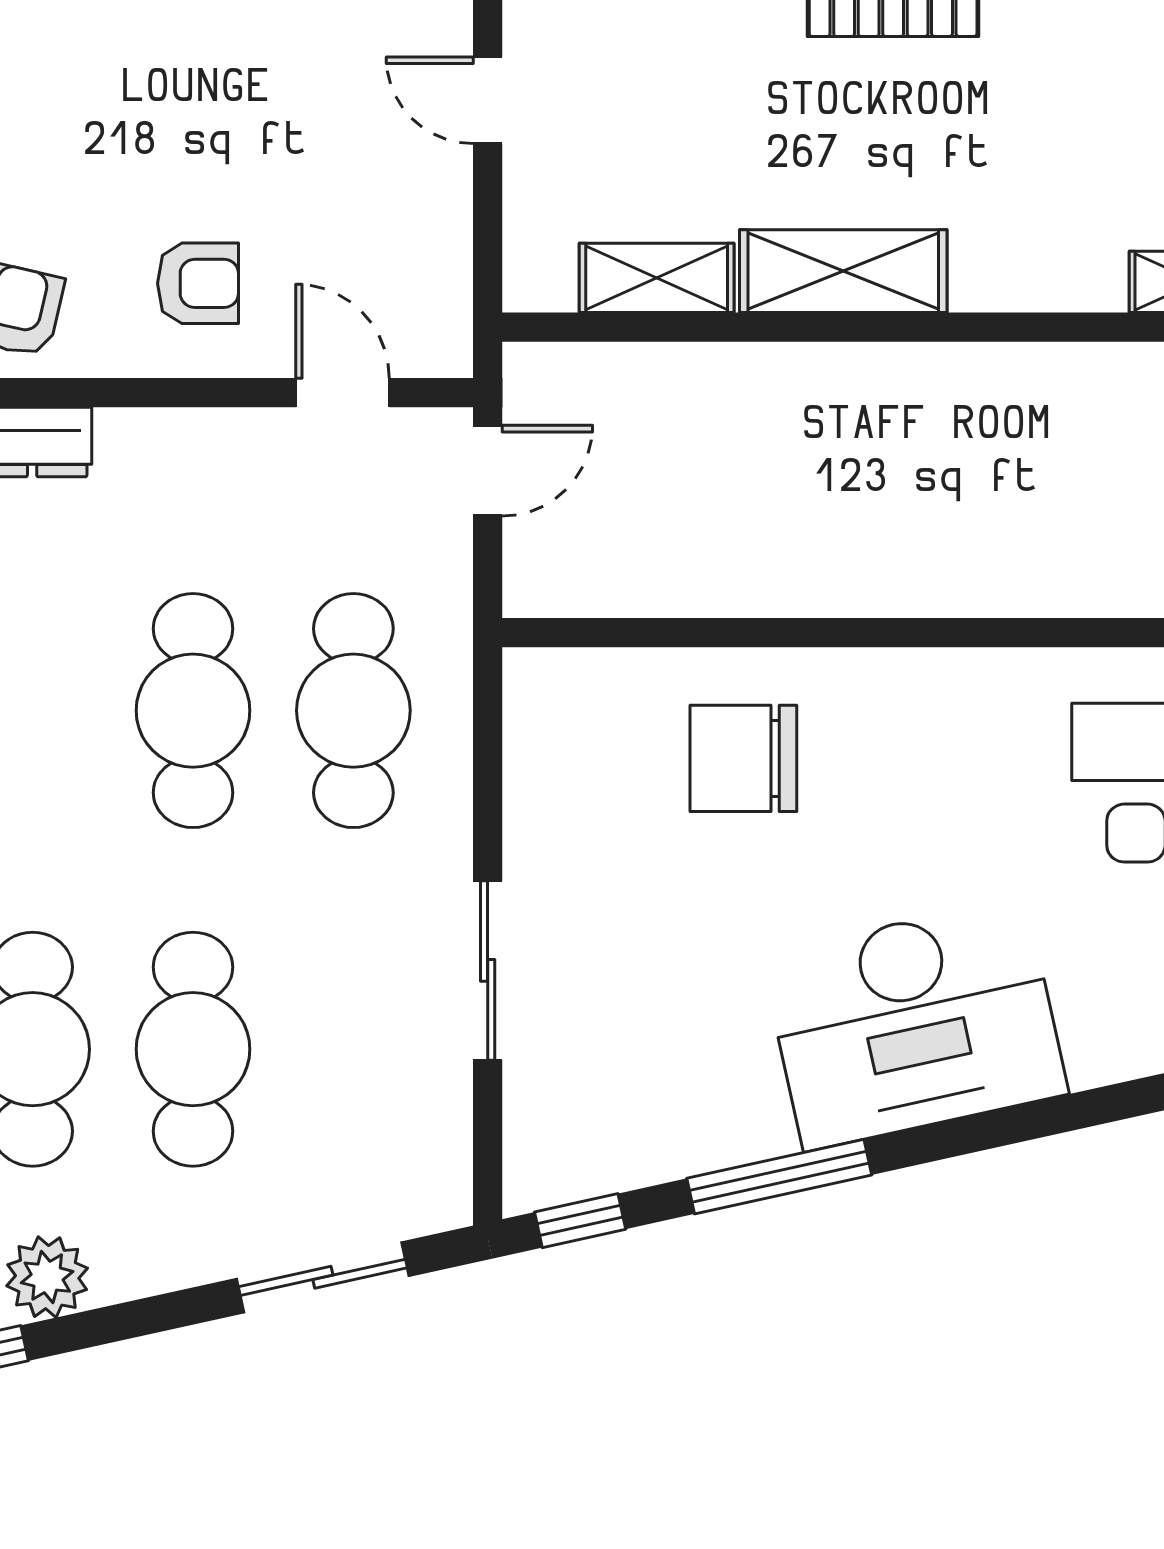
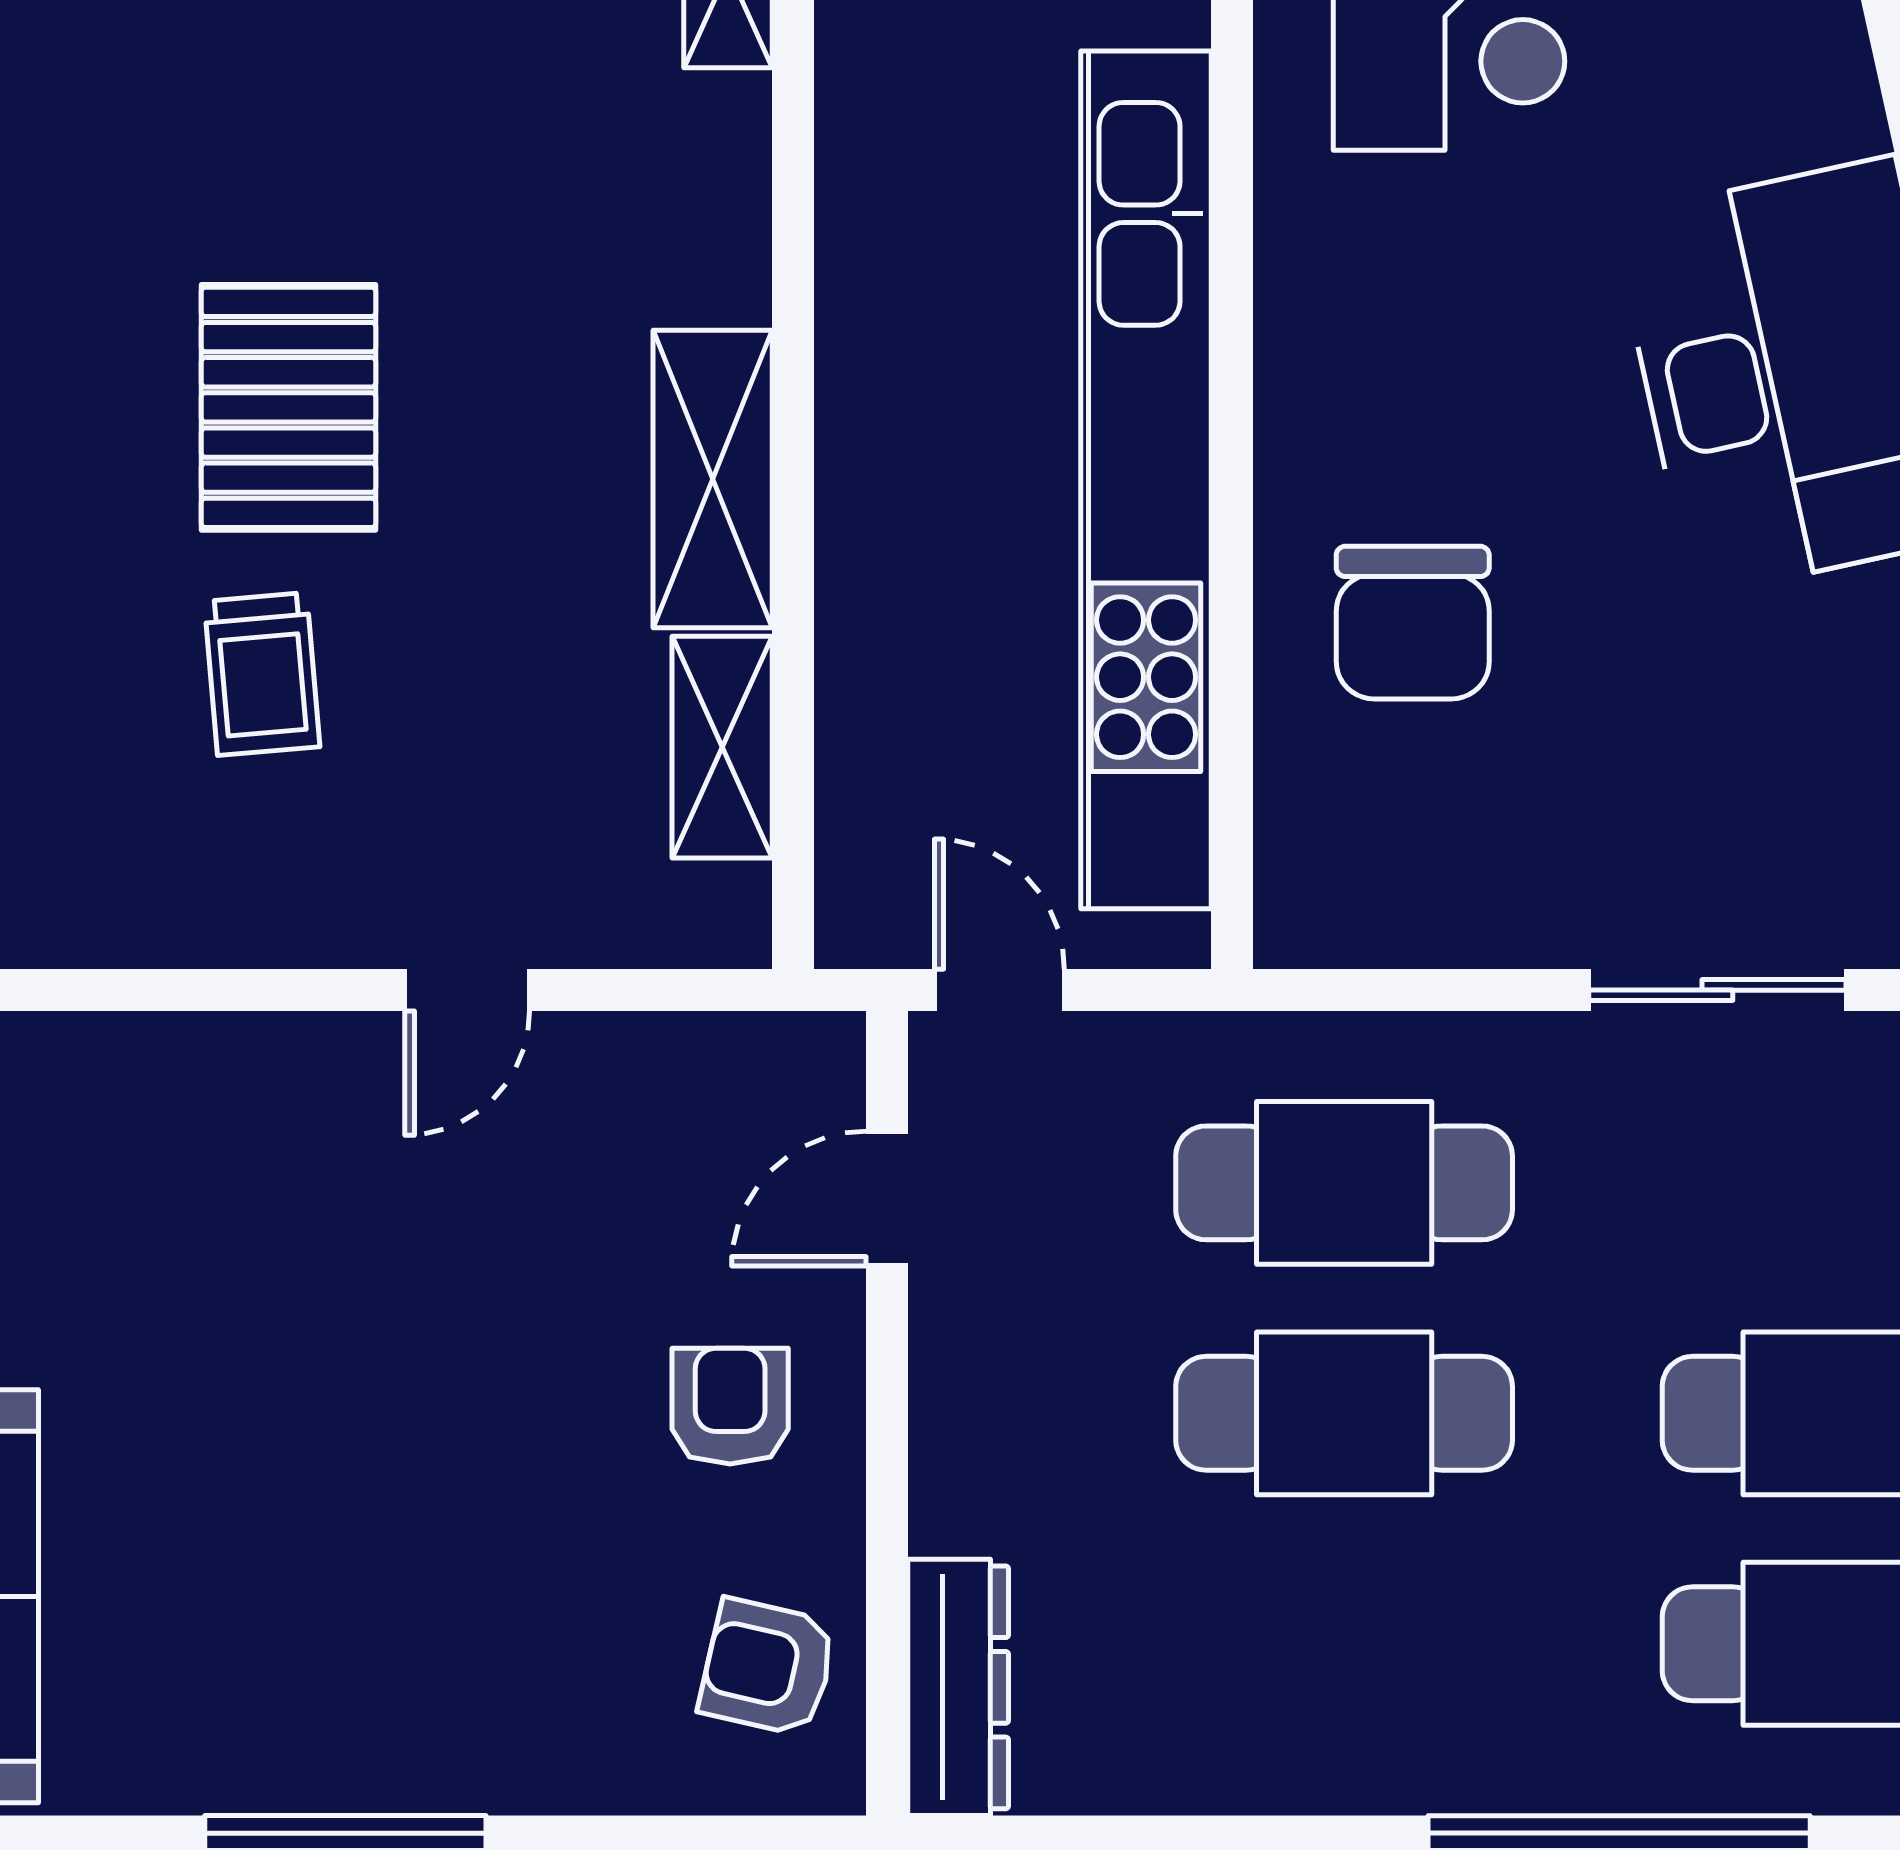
kitchen unit: (843, 573) -> (1146, 480), added

